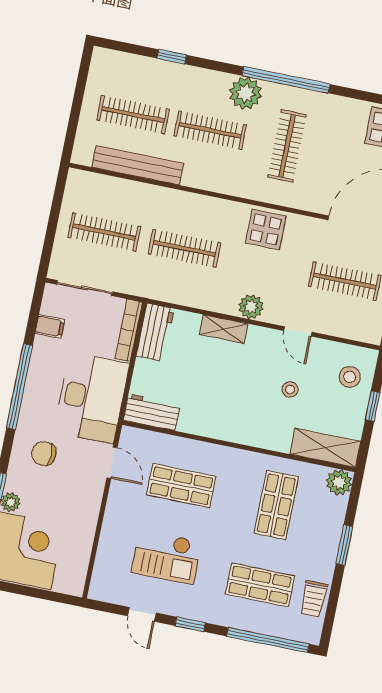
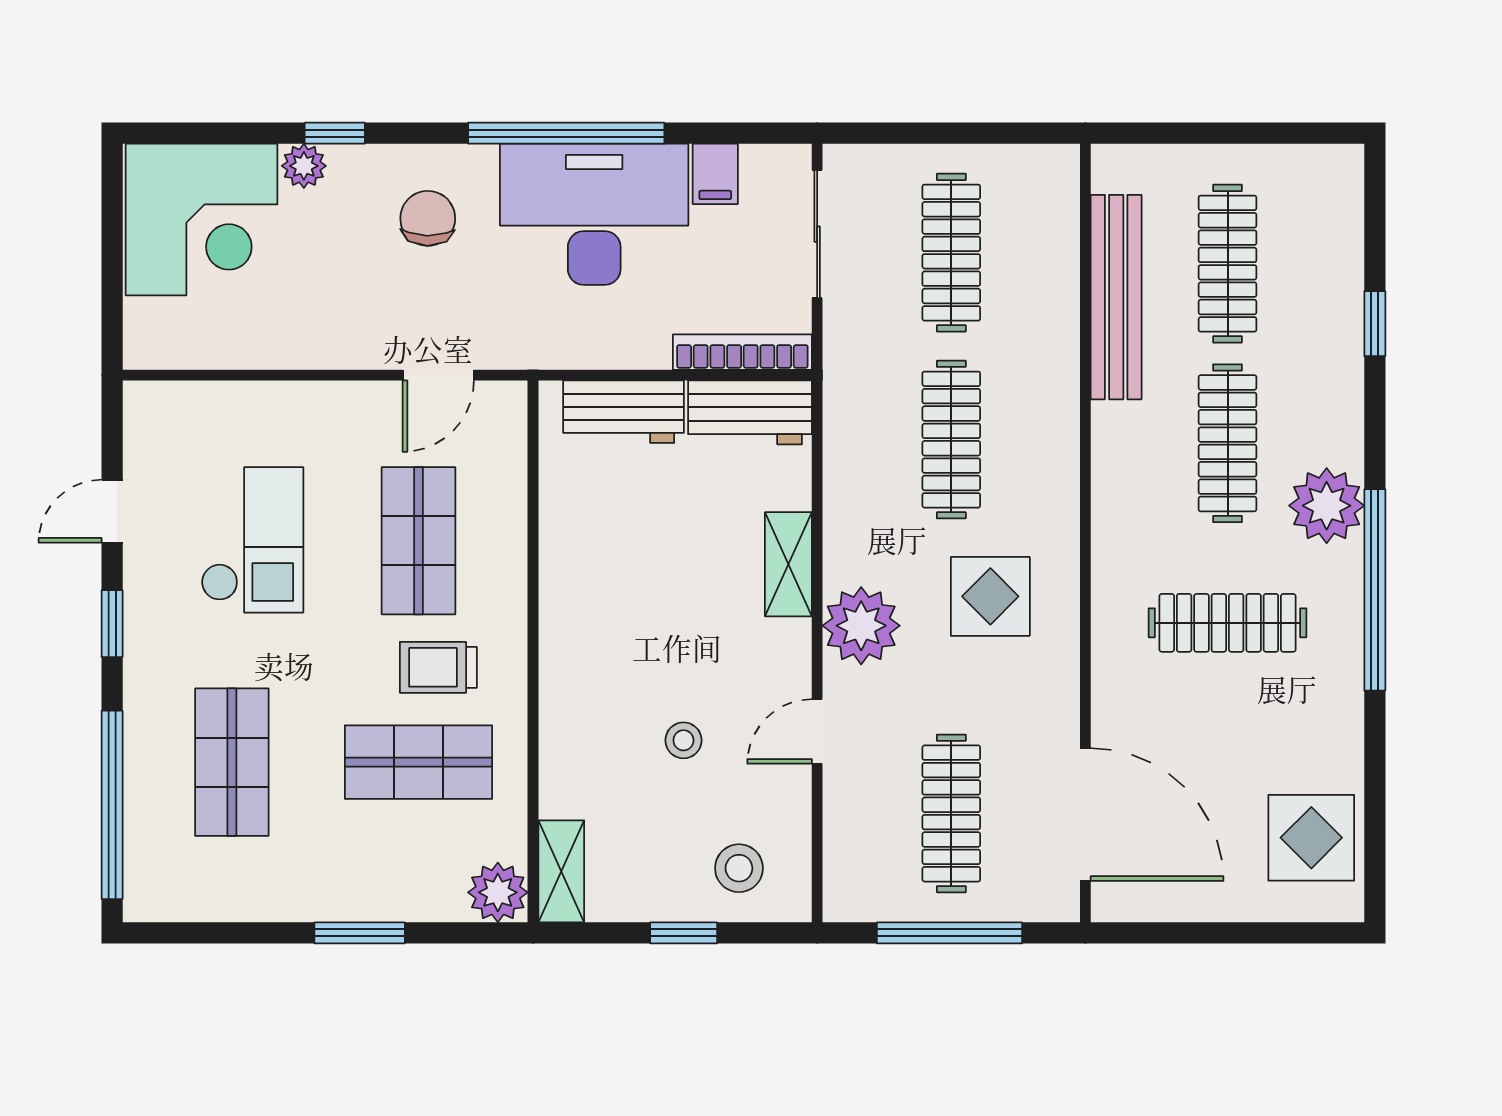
display table: (266, 230) -> (990, 596), moved
plant: (251, 307) -> (861, 626), width x1.36, depth x1.36
desk: (91, 398) -> (594, 214), moved, turned 180
workbench: (152, 412) -> (623, 412), moved, turned 90
shelving: (325, 448) -> (561, 871), width x0.67, depth x0.75
checkout: (166, 557) -> (252, 540), turned 180
trolley: (314, 599) -> (438, 667), moved

